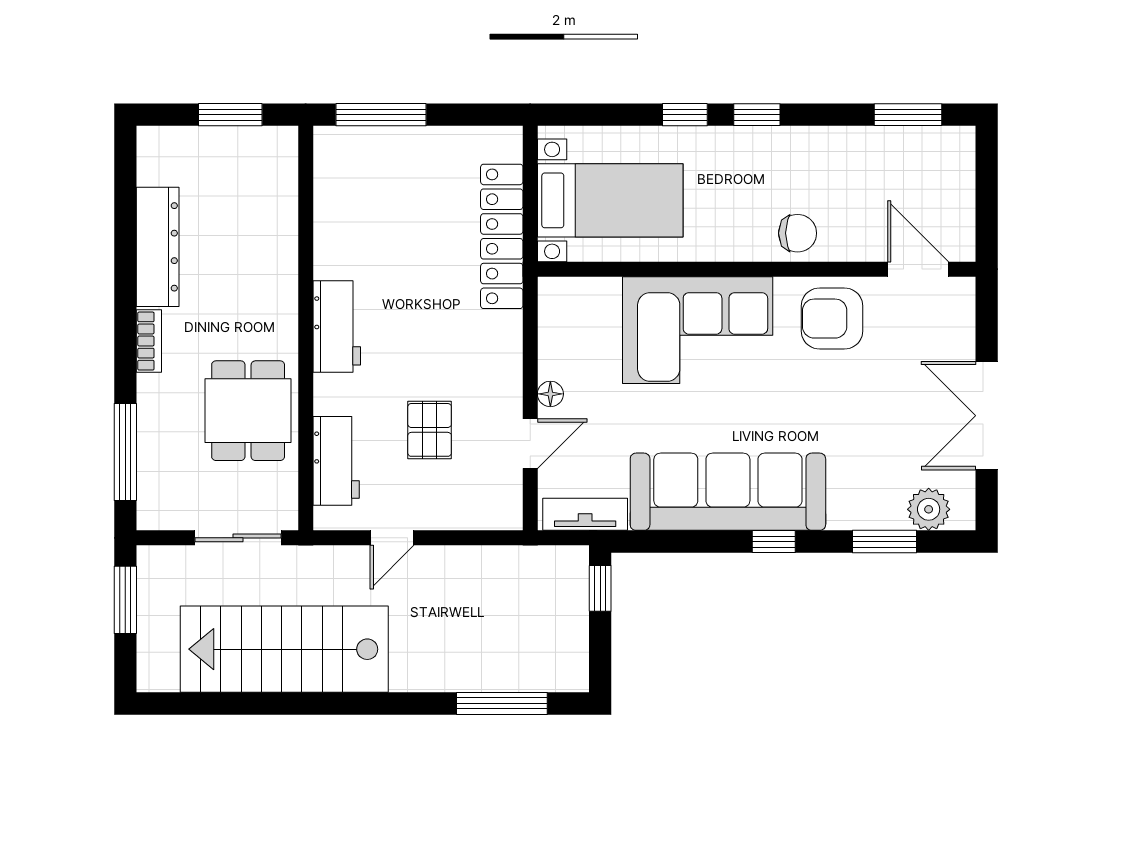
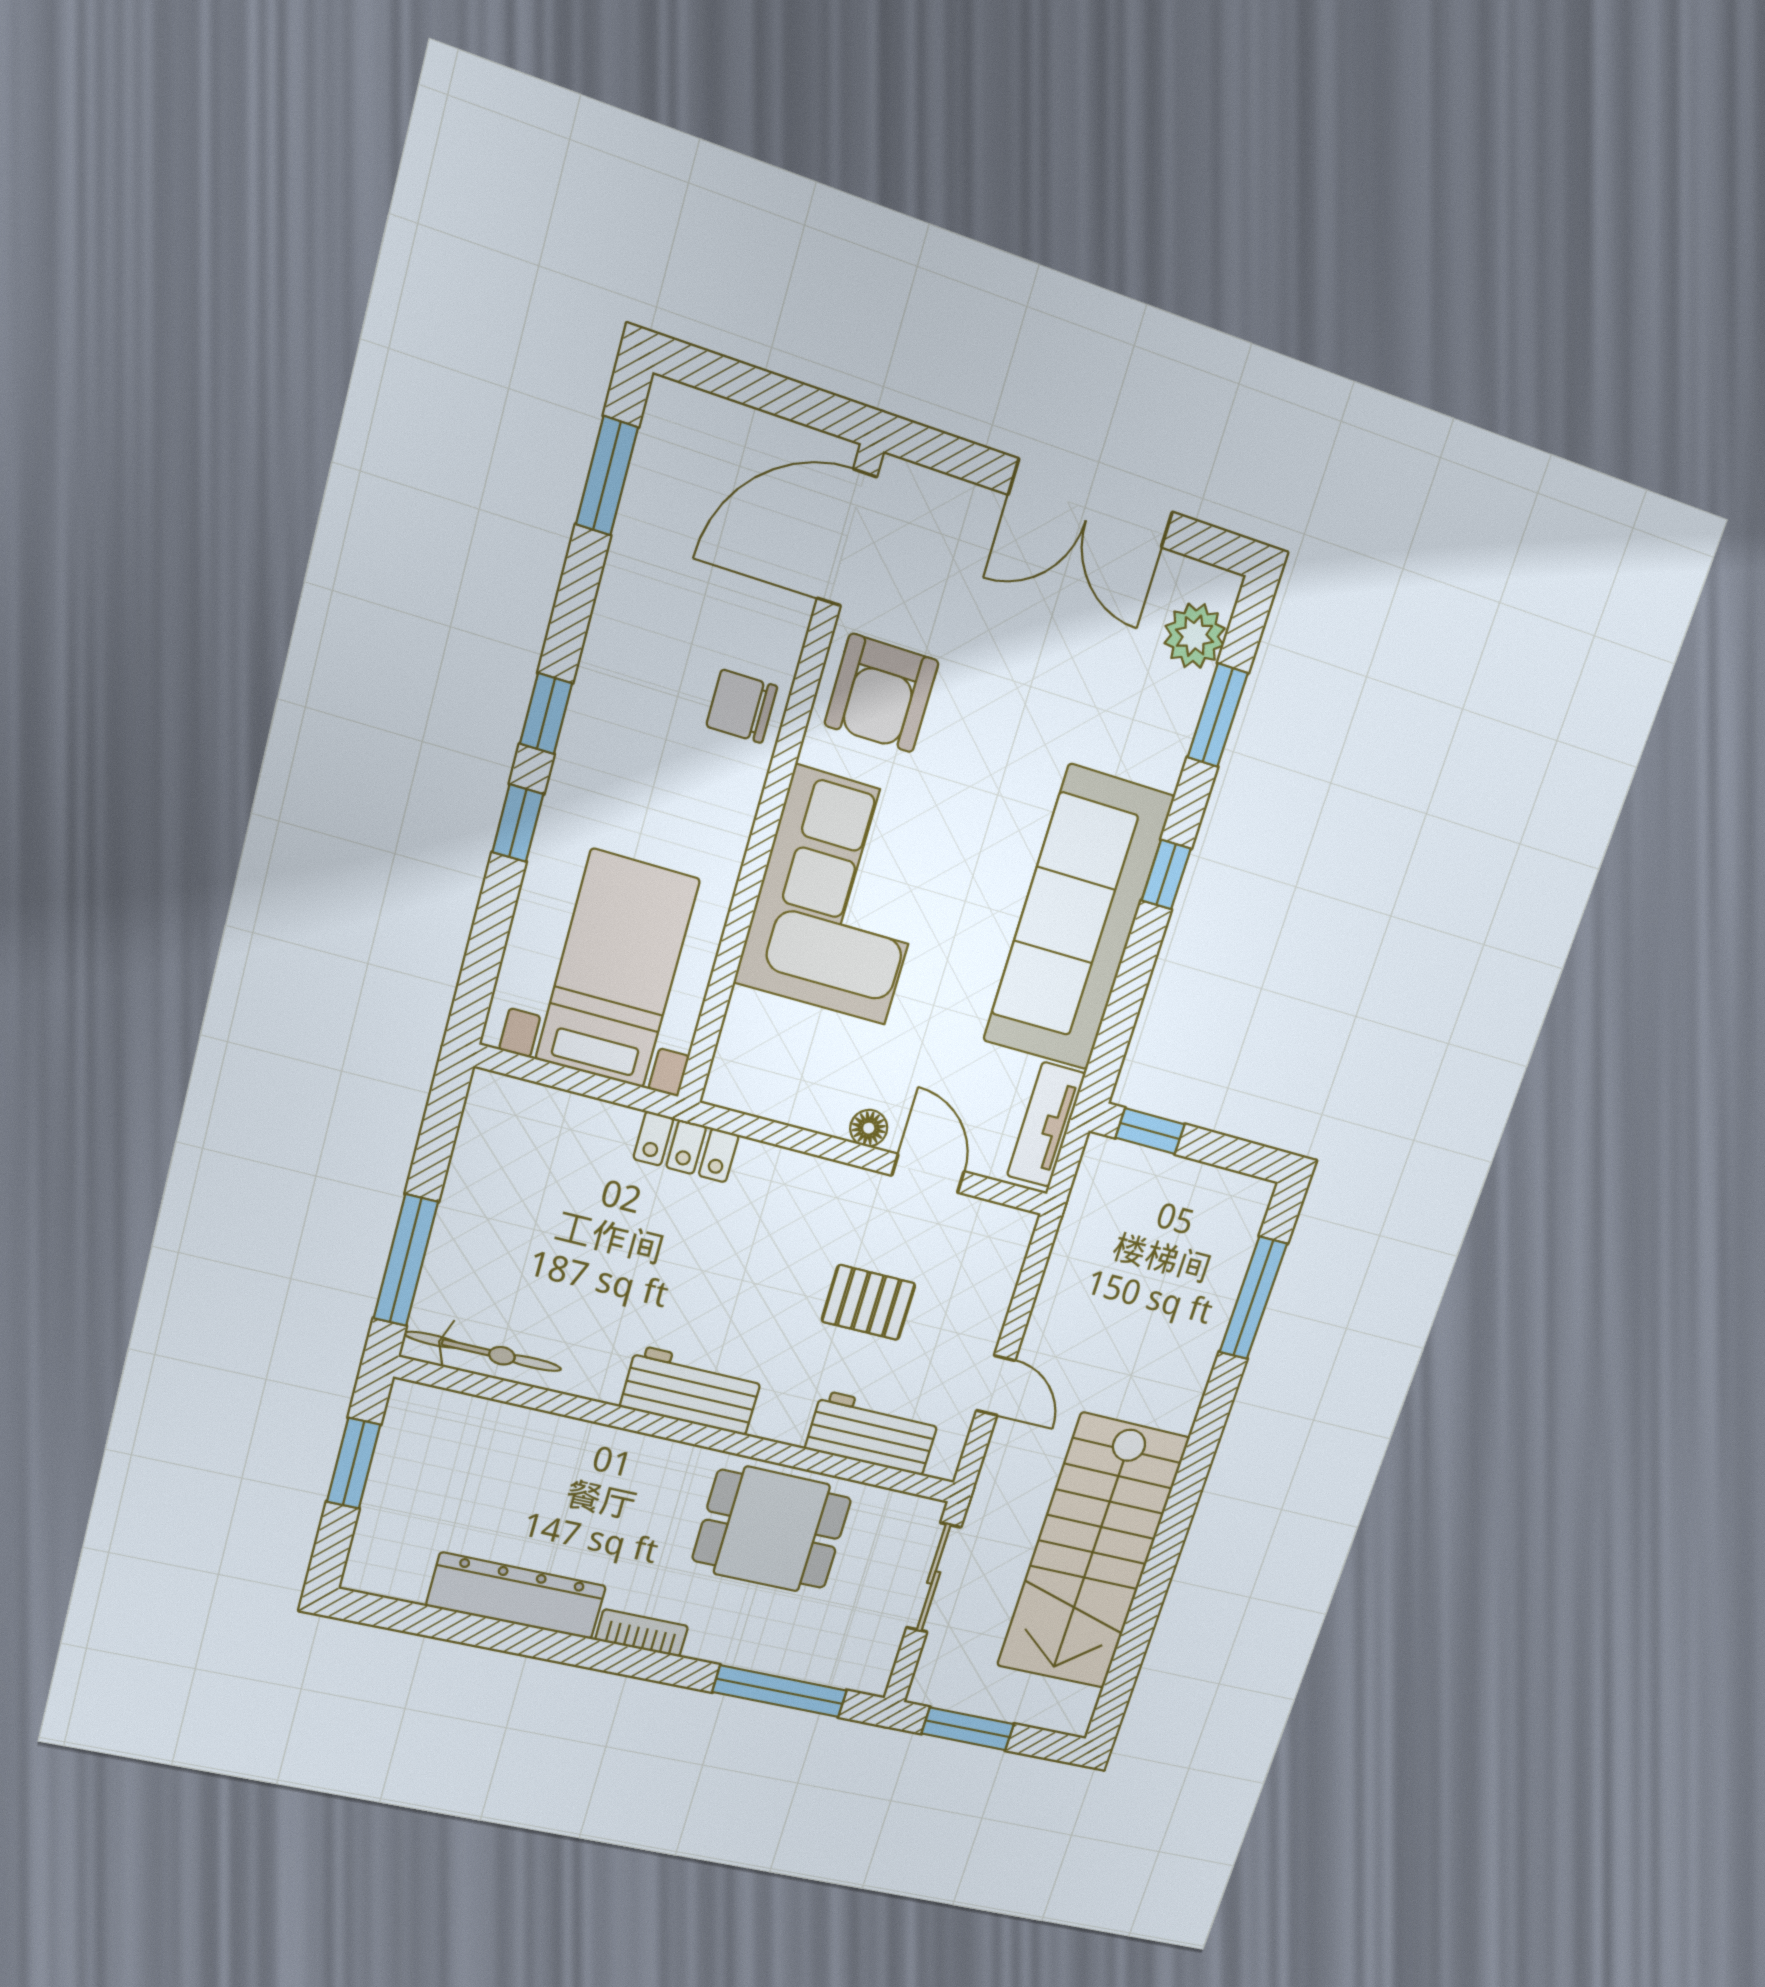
bicycle: (330, 180) -> (483, 1351), added
chair: (798, 233) -> (742, 706), turned -90
locker: (502, 236) -> (686, 1147), width x0.46, depth x0.83
door: (918, 269) -> (847, 538), width x1.36

